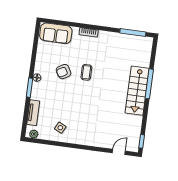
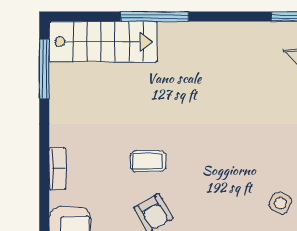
stairs: (137, 91) -> (103, 42), moved

